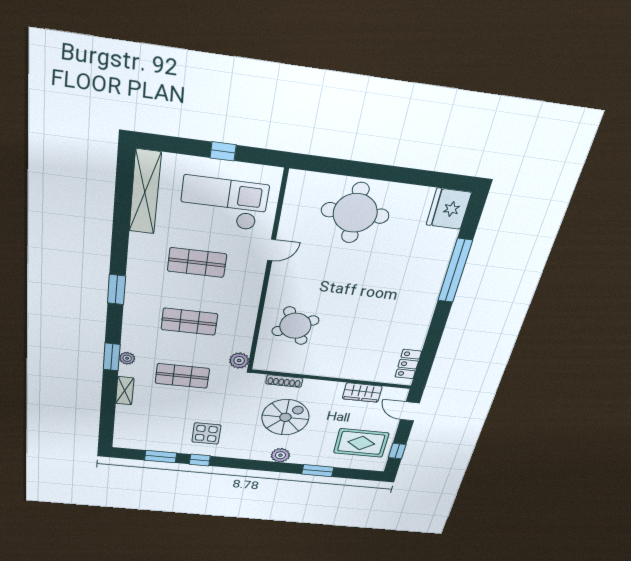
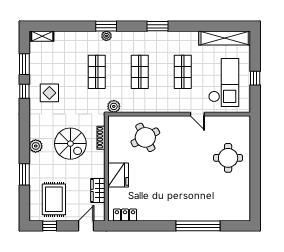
fridge: (449, 209) -> (118, 175), moved, turned 90
round table: (355, 213) -> (228, 158), width x0.73, depth x0.73
shelving: (125, 391) -> (42, 36), moved

